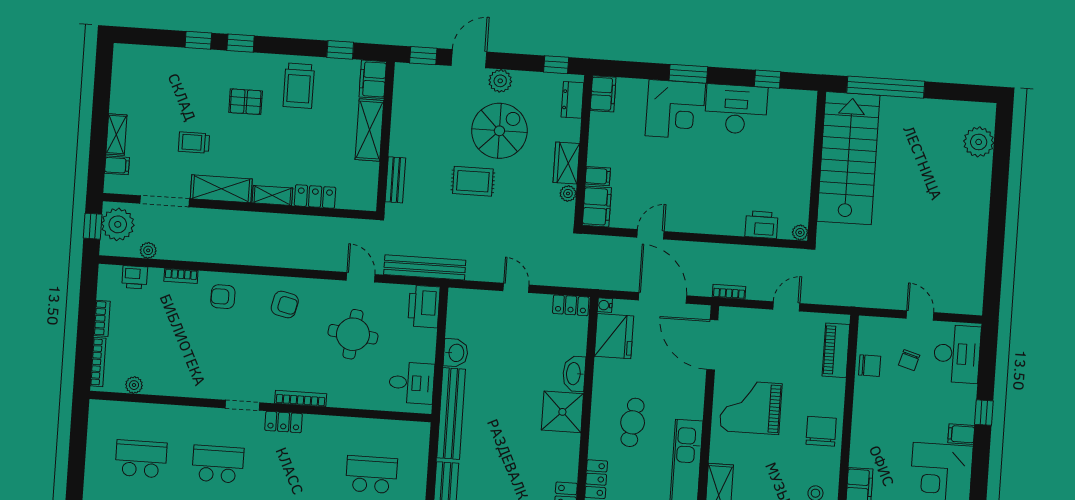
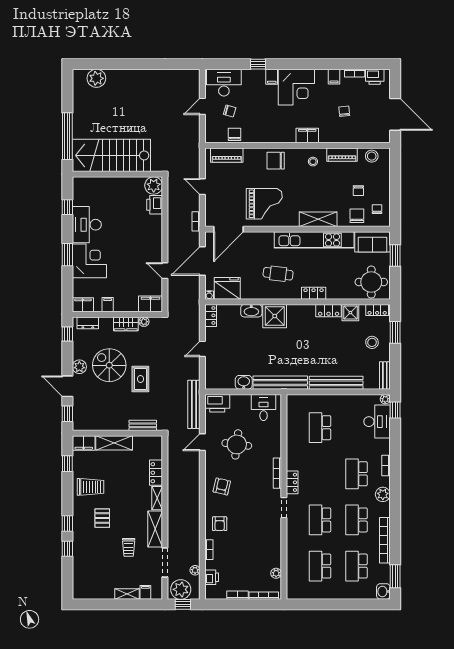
filing cabinet: (598, 176) -> (108, 305), moved
plant: (800, 232) -> (154, 186), width x1.88, depth x1.88
grand piano: (751, 407) -> (264, 204), turned -90

